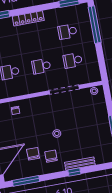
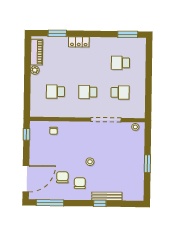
locker: (28, 18) -> (79, 42), width x0.66
window: (95, 25) -> (149, 61), removed
school desk: (73, 60) -> (120, 92), turned 180

